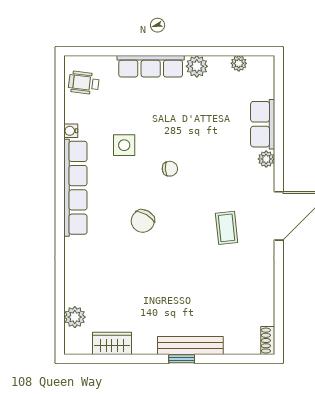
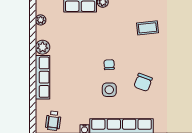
side table: (124, 145) -> (109, 90), moved
chair: (143, 221) -> (143, 82), turned 80

